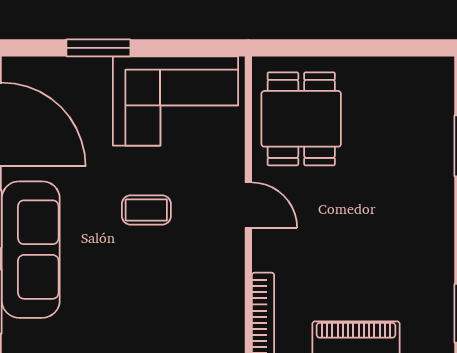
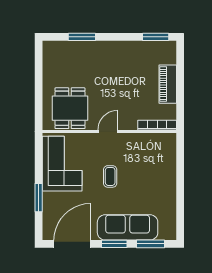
dining table: (301, 119) -> (70, 108), turned 90

